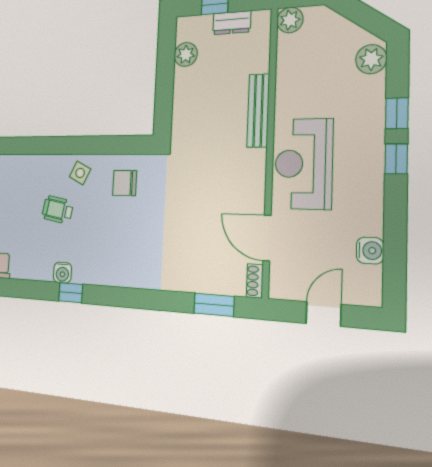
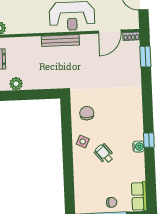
bench: (258, 111) -> (60, 41), moved
chair: (125, 183) -> (87, 113), turned 180
wheelchair: (58, 210) -> (104, 154), turned 131

